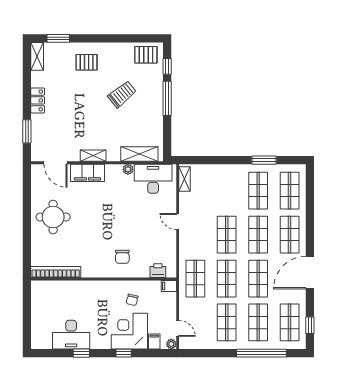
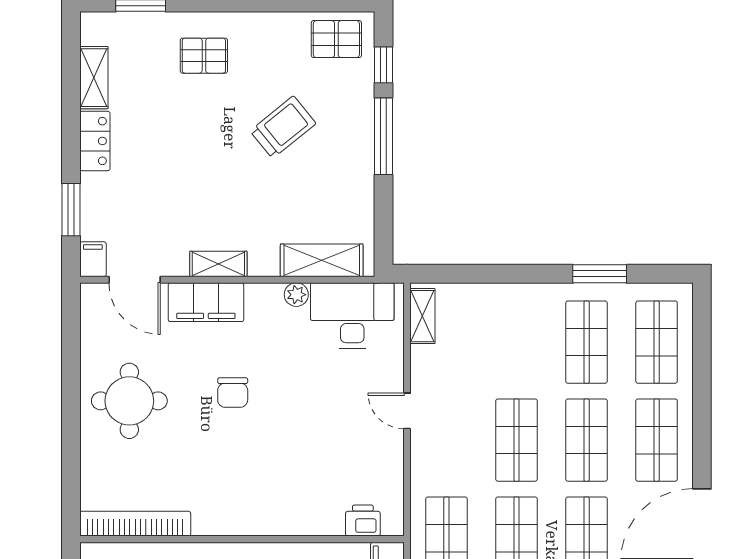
shelving: (37, 56) -> (94, 78), moved
filing cabinet: (37, 154) -> (93, 259), added
chair: (122, 257) -> (233, 393), moved

